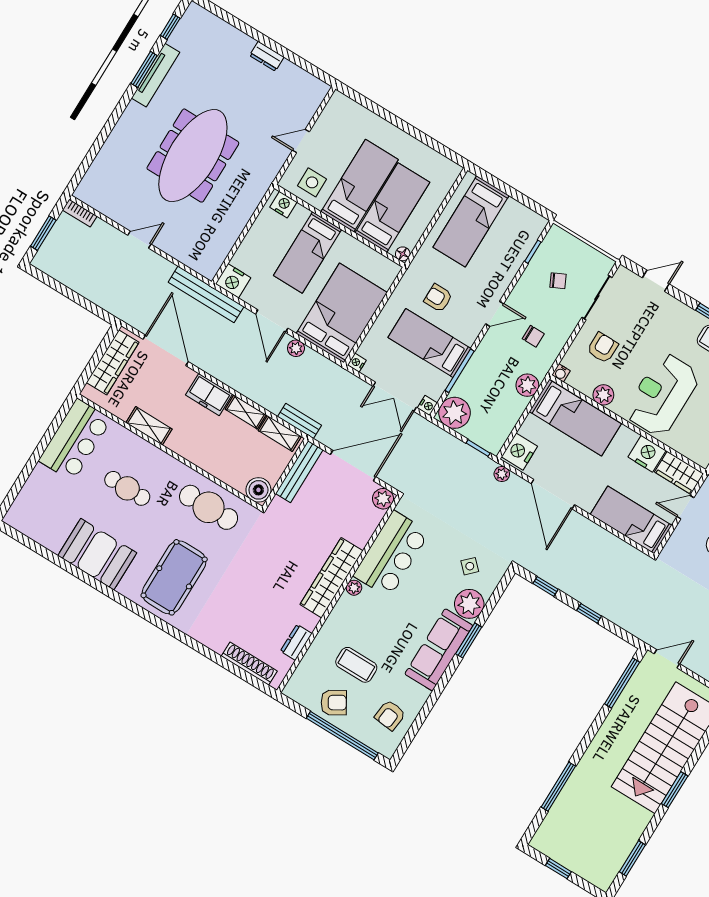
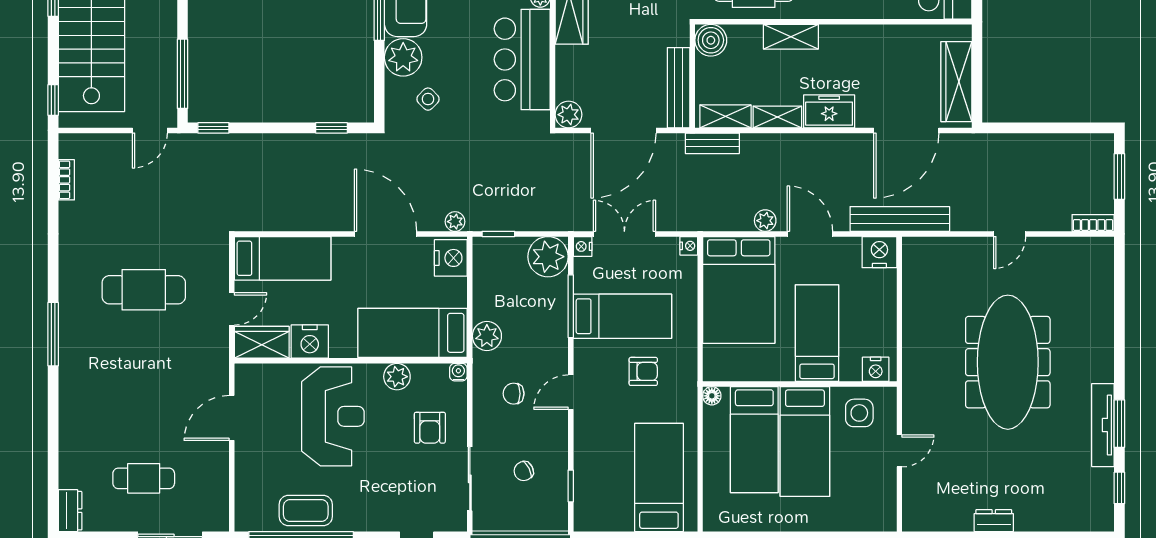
door: (166, 350) -> (906, 130), hinge flipped
shelving: (149, 426) -> (791, 37), moved
window: (589, 613) -> (213, 128), moved

